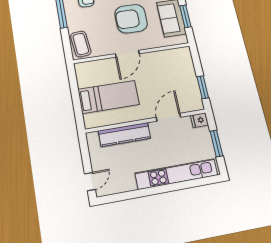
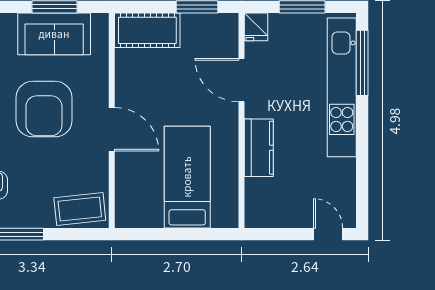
cot: (184, 64) -> (147, 30), added
kitchen counter: (124, 134) -> (259, 148), width x0.67
window: (193, 183) -> (362, 63), added

